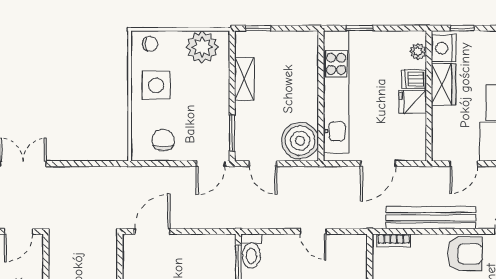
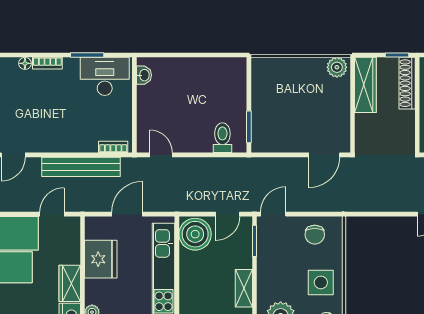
dishwasher: (414, 79) -> (95, 288), removed
fridge: (413, 102) -> (101, 259), width x1.88, depth x1.34
door: (263, 164) -> (228, 214), swing flipped
door: (313, 231) -> (161, 155), moved
toilet: (251, 251) -> (222, 138), moved
armchair: (465, 254) -> (51, 135), removed

